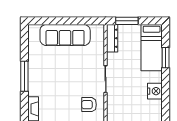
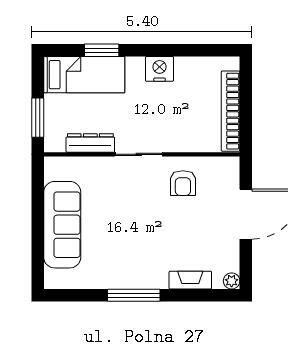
dresser: (112, 38) -> (90, 143), moved

